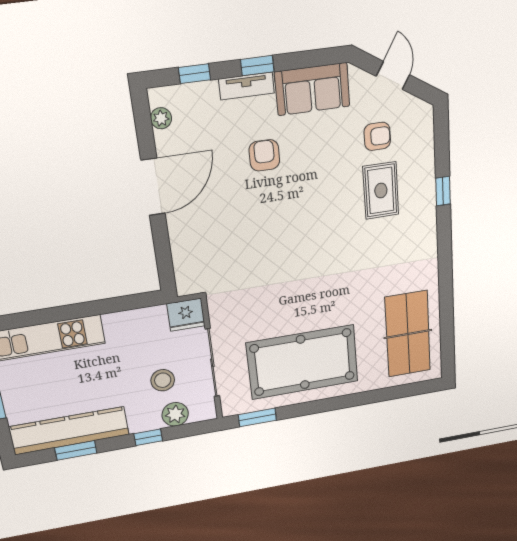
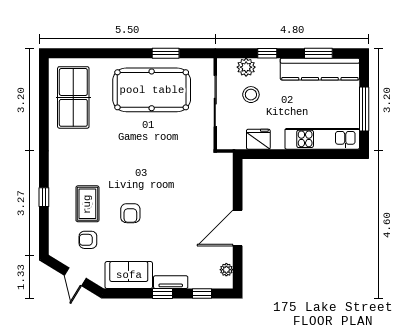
armchair: (264, 155) -> (130, 213), moved
fridge: (186, 315) -> (258, 139), moved
window: (257, 417) -> (166, 53), moved

